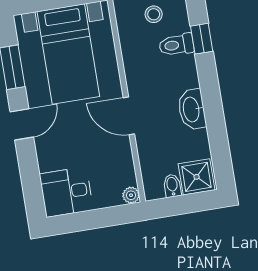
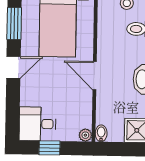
bidet: (172, 186) -> (101, 133), moved
window: (87, 220) -> (49, 148), added

